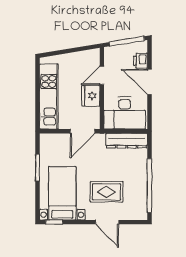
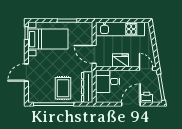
door: (102, 75) -> (146, 69), moved
desk: (125, 113) -> (108, 81), width x0.73
rug: (106, 192) -> (63, 88), moved

